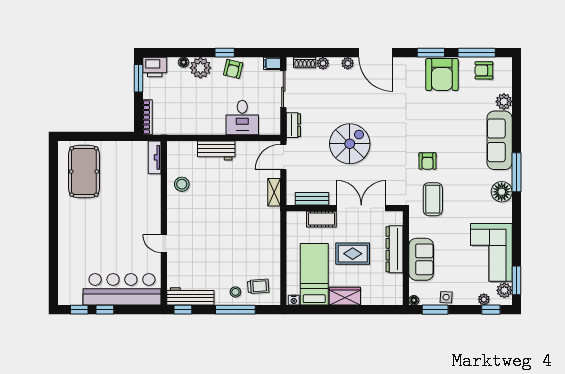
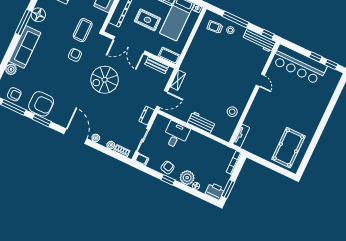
armchair: (442, 75) -> (41, 104), turned 90
spiral stairs: (350, 144) -> (105, 80), moved
cot: (321, 219) -> (169, 56), moved

